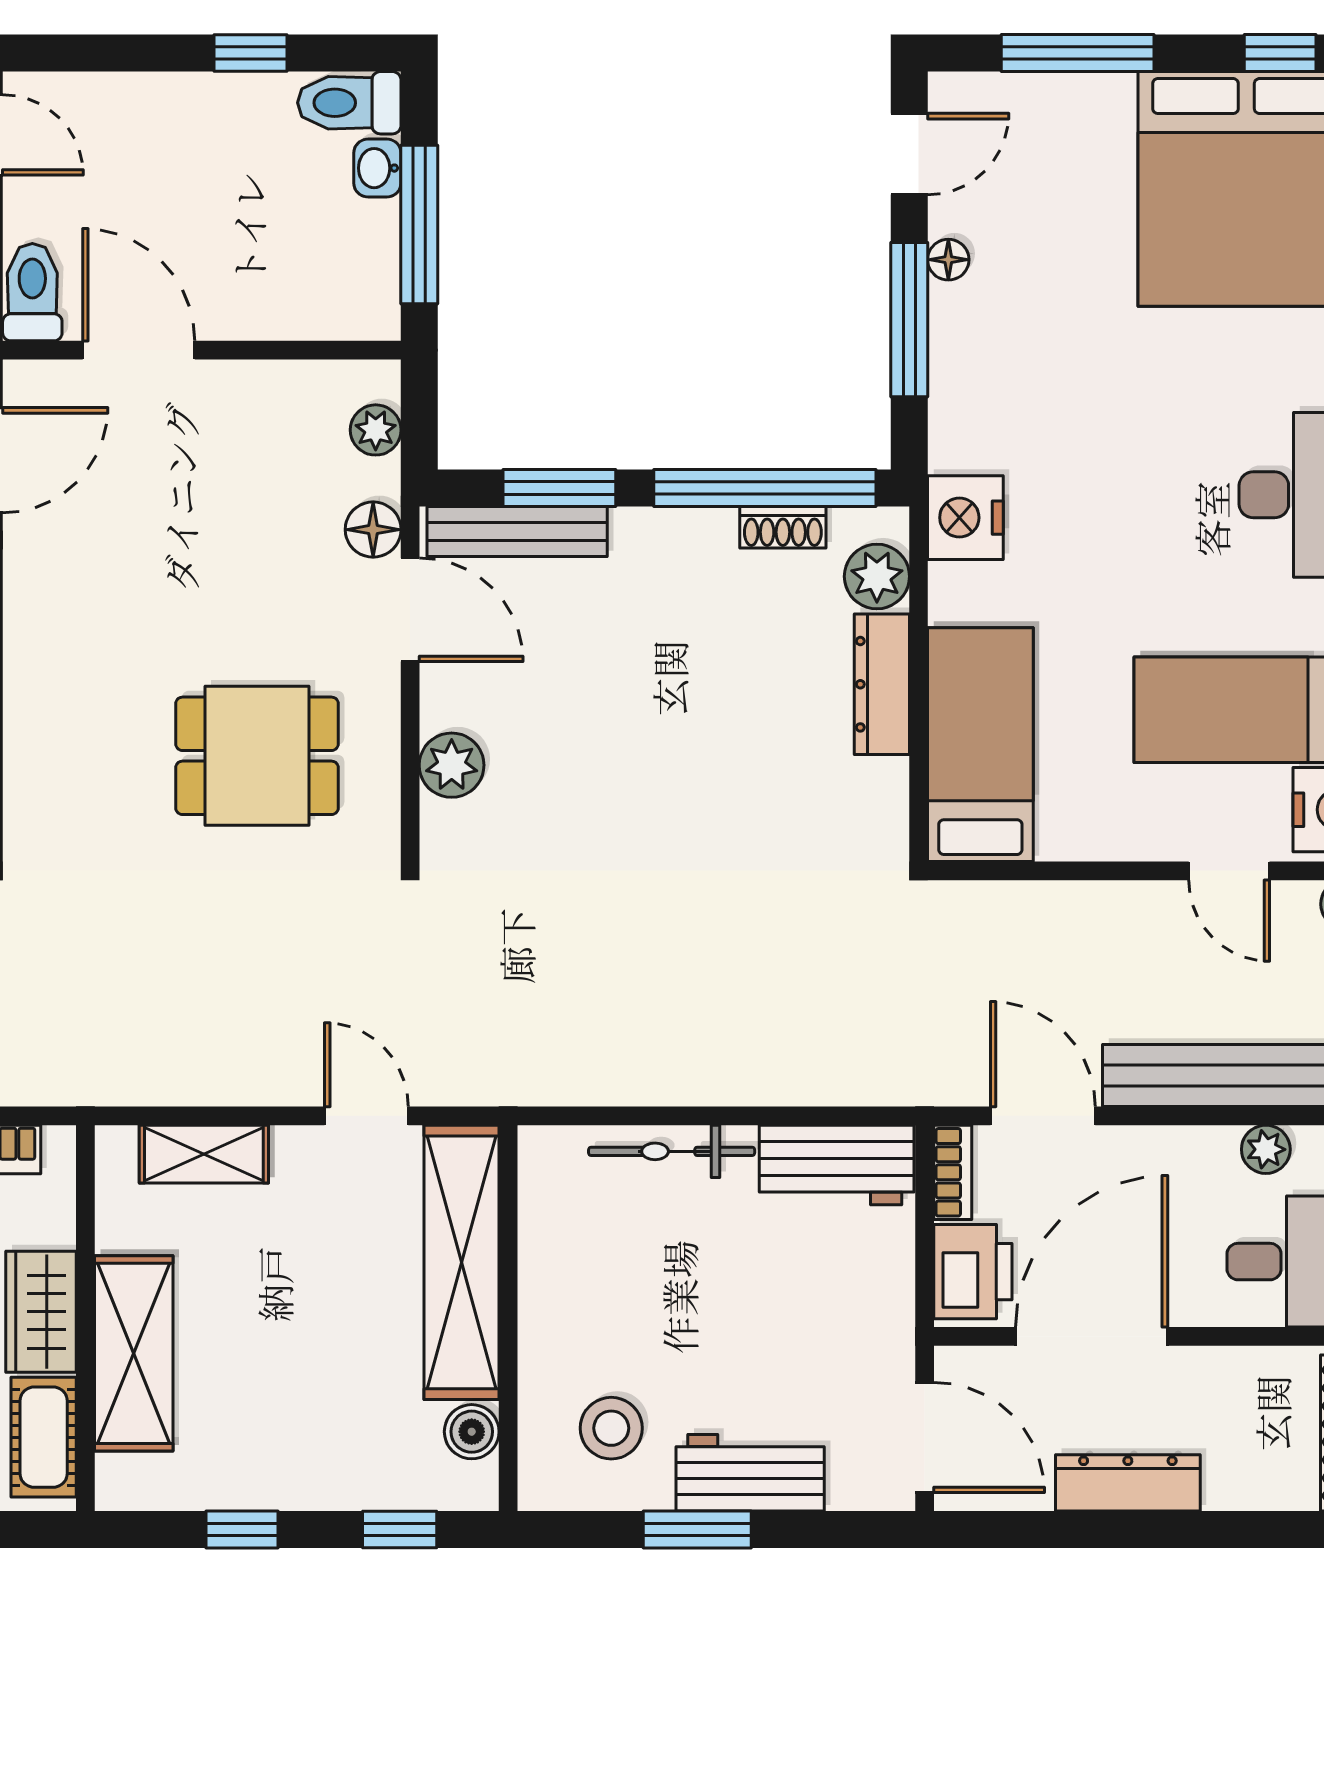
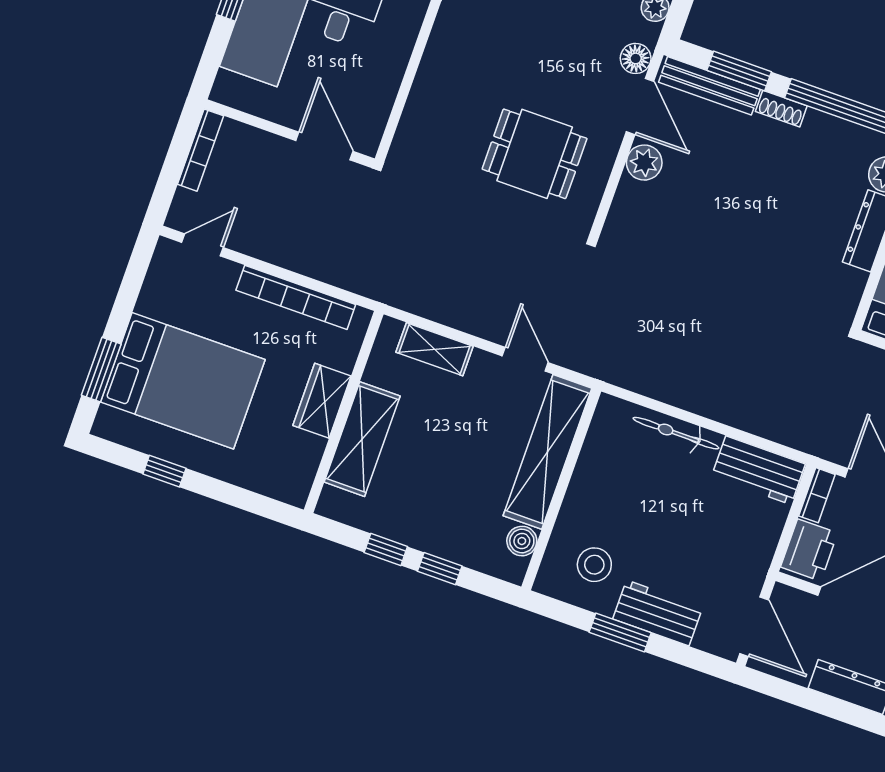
shoe rack: (783, 527) -> (781, 109), moved
plant: (452, 765) -> (644, 163), moved
cot: (44, 1437) -> (300, 466), removed
window: (400, 1529) -> (440, 569), moved

